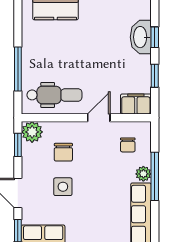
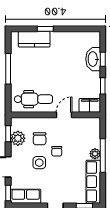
window: (18, 69) -> (8, 69), moved
plant: (32, 132) -> (18, 138), moved
chair: (128, 145) -> (57, 151), moved

